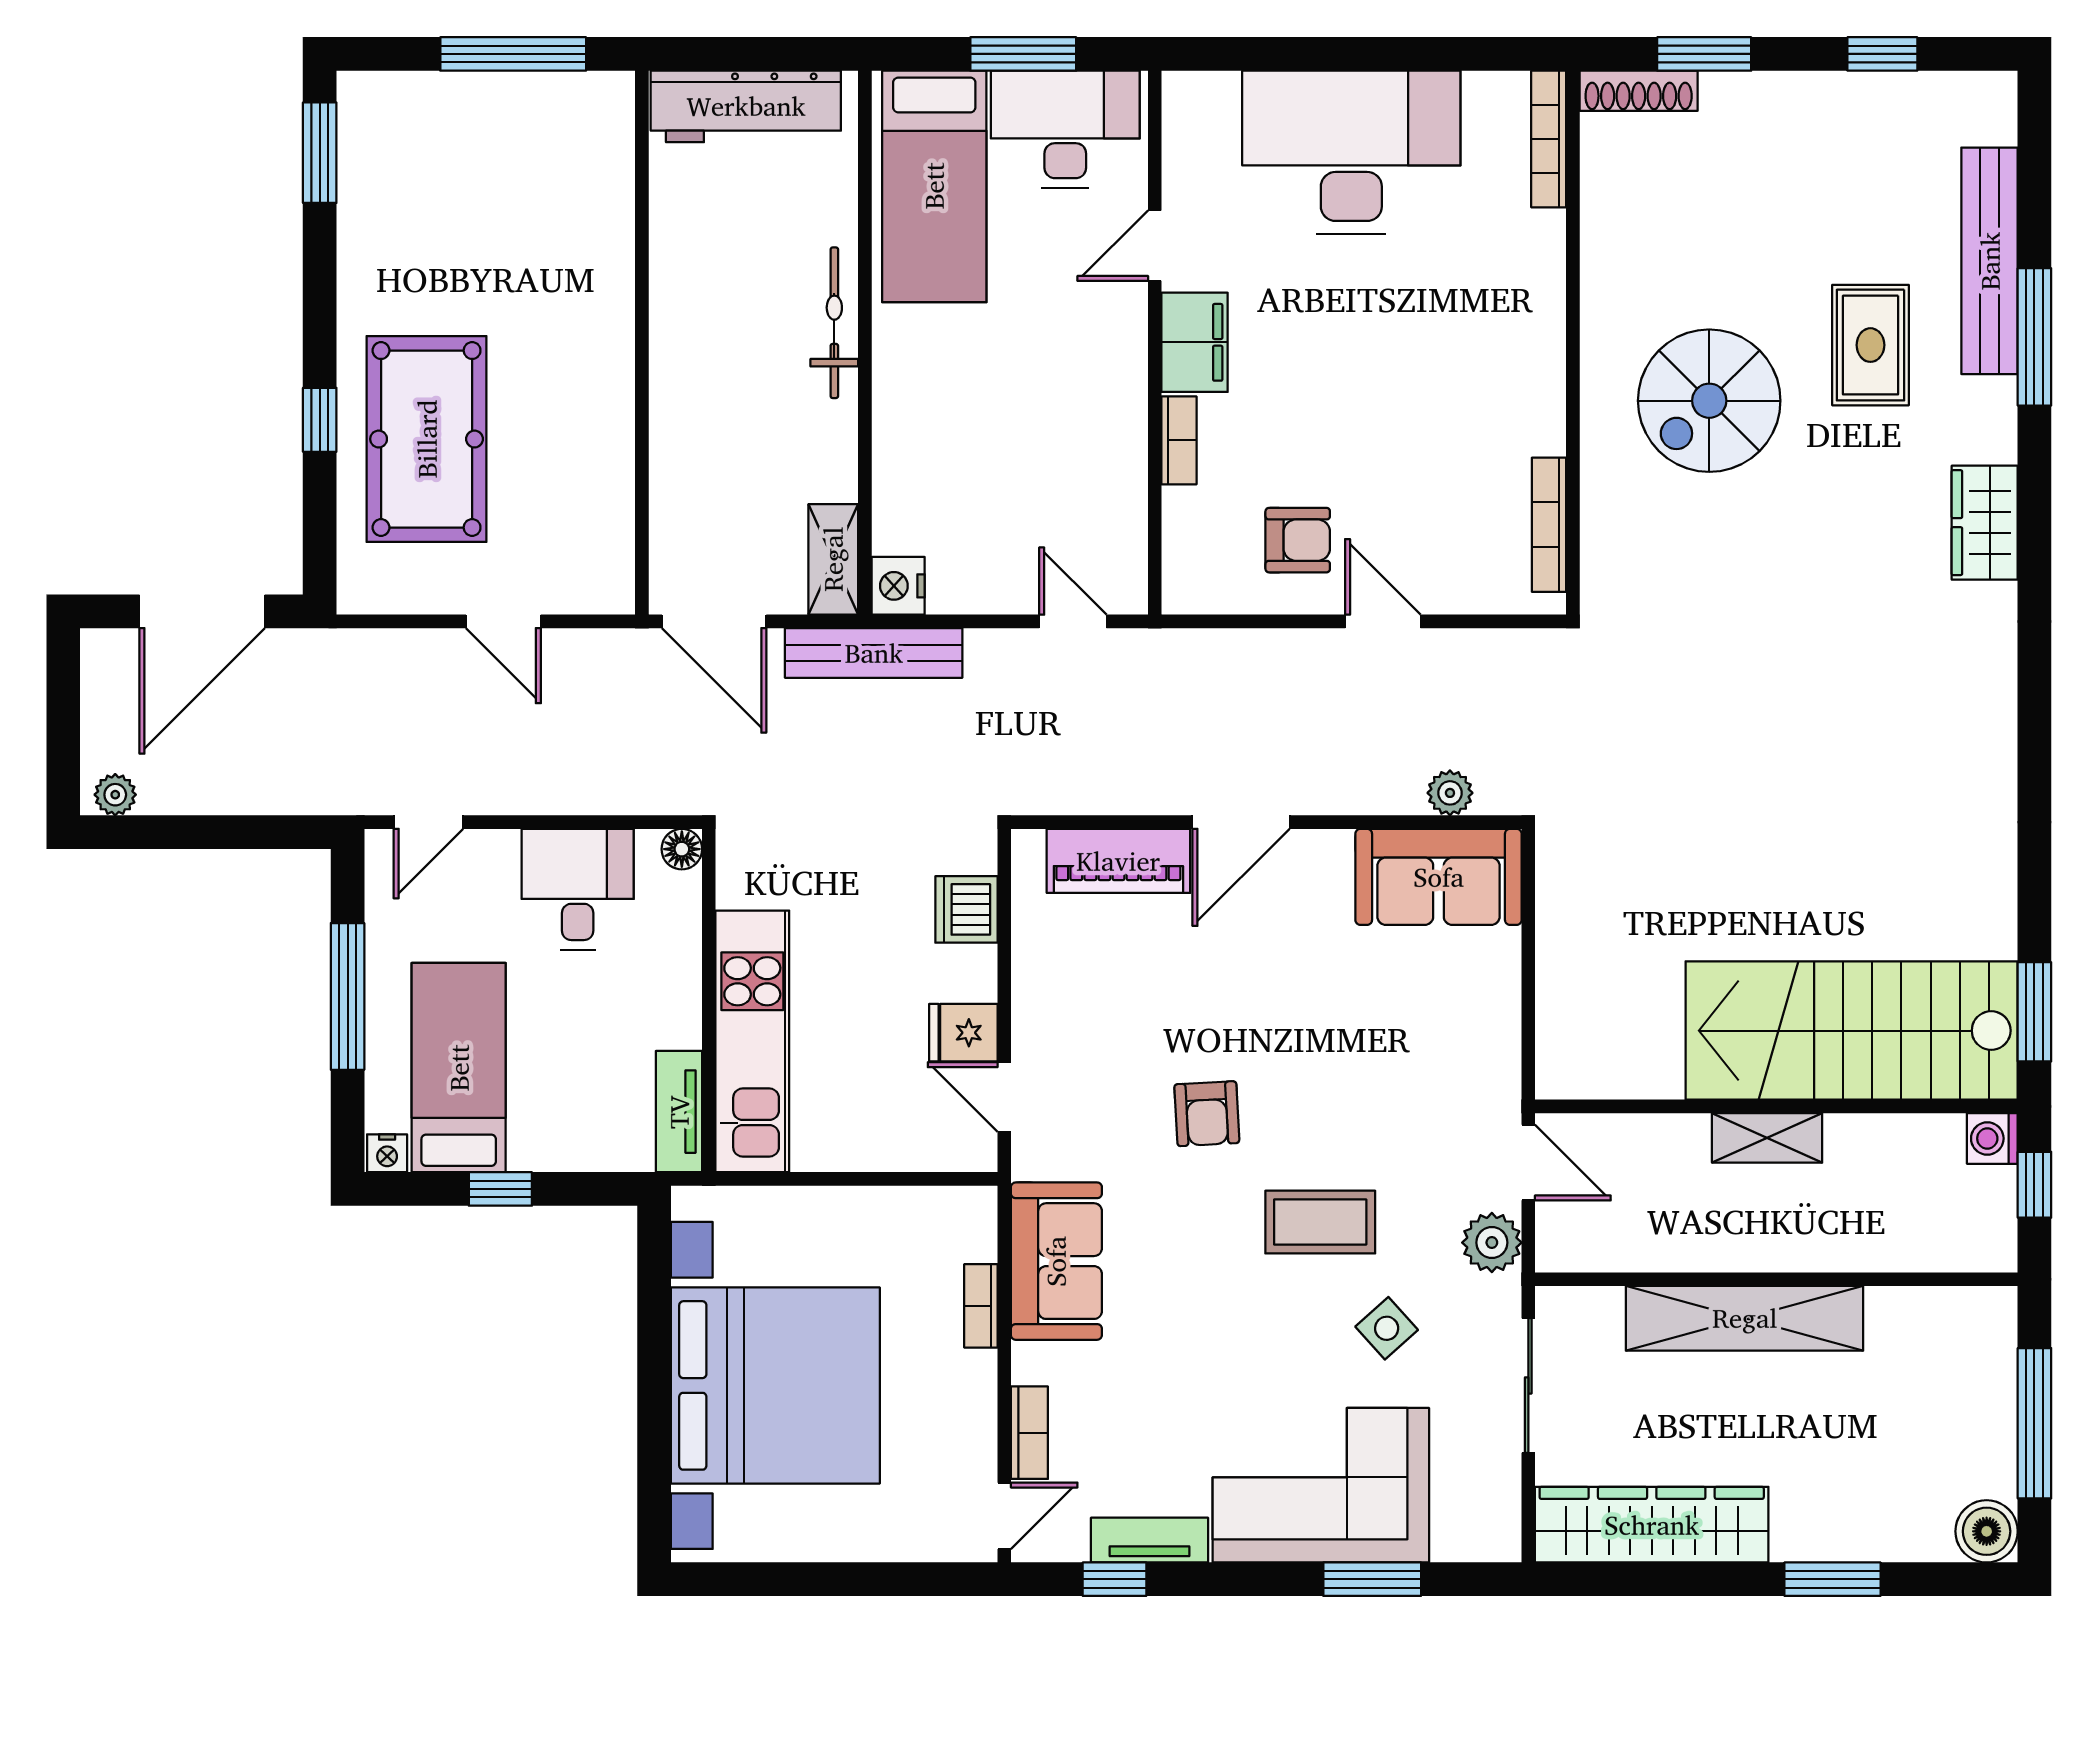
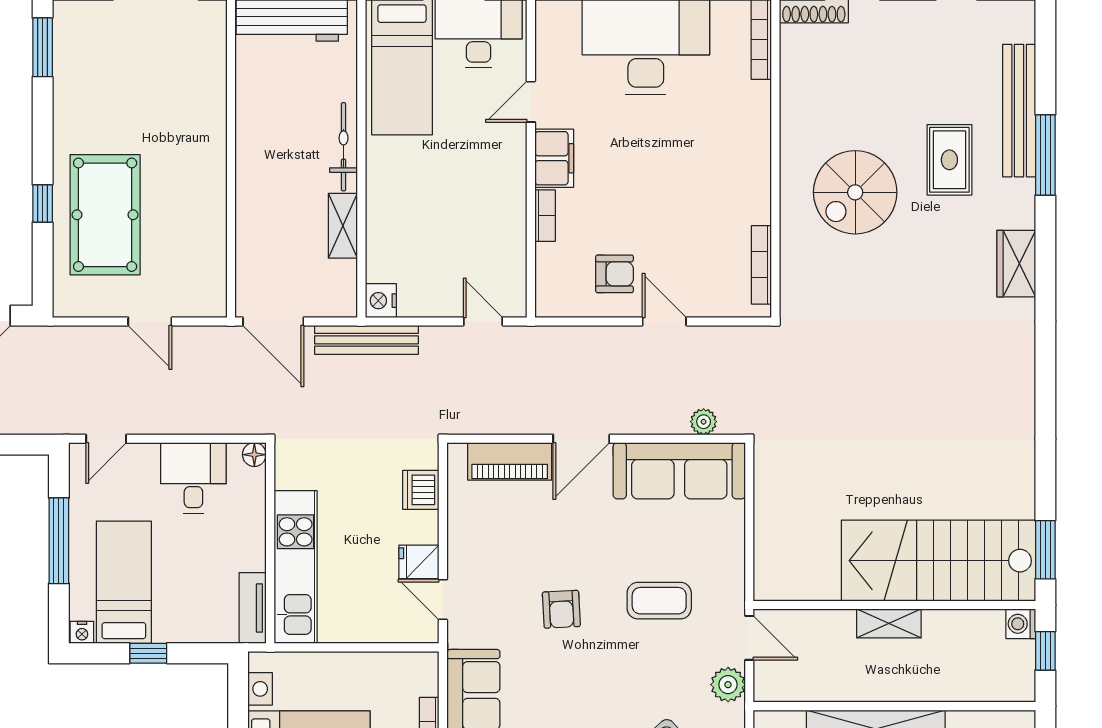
shelving: (833, 559) -> (343, 226), moved
sofa: (1439, 877) -> (679, 471), width x1.36
coffee table: (1320, 1222) -> (659, 601), moved

